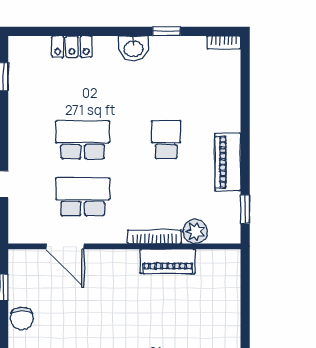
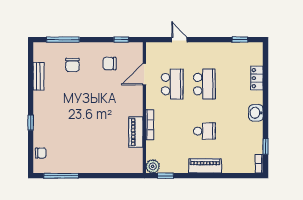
window: (166, 31) -> (265, 146), moved
piano: (228, 162) -> (205, 166), moved
plant: (195, 231) -> (153, 166), moved
chair: (22, 318) -> (110, 64), moved

